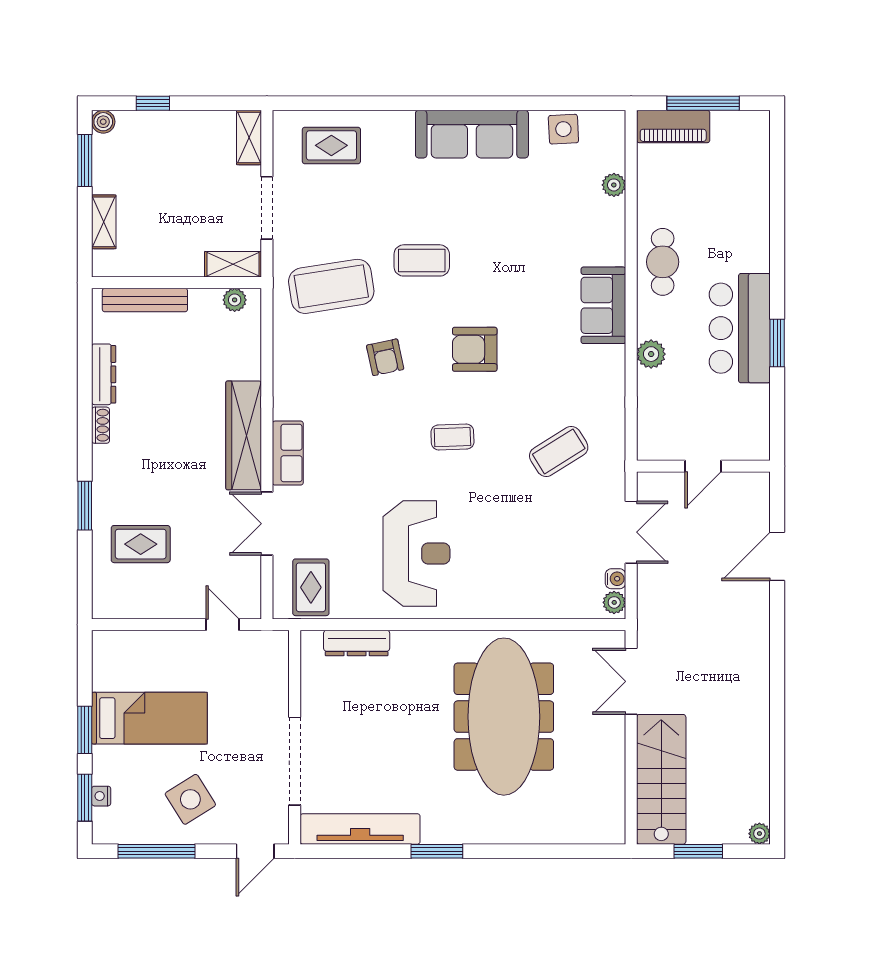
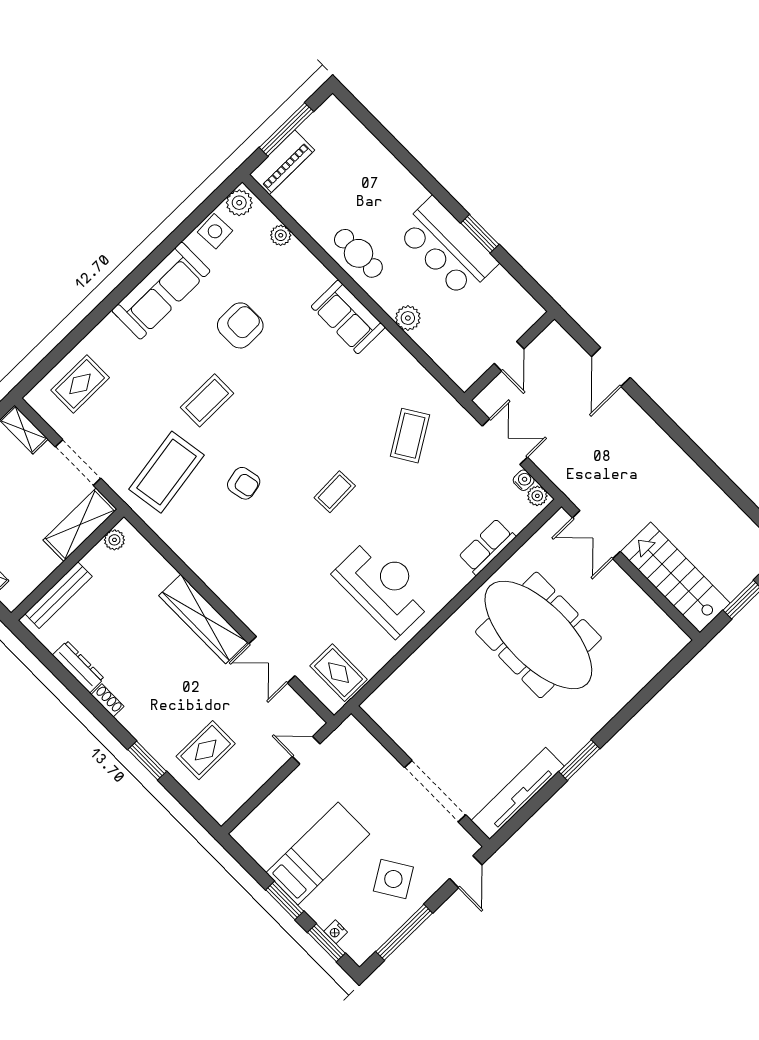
plant: (606, 125) -> (239, 203), added
shelving: (233, 264) -> (80, 525), width x1.50, depth x1.33
armchair: (475, 349) -> (240, 325), moved, turned 180
row of seats: (288, 453) -> (487, 547), moved, turned -90
dresser: (357, 643) -> (401, 679), removed

